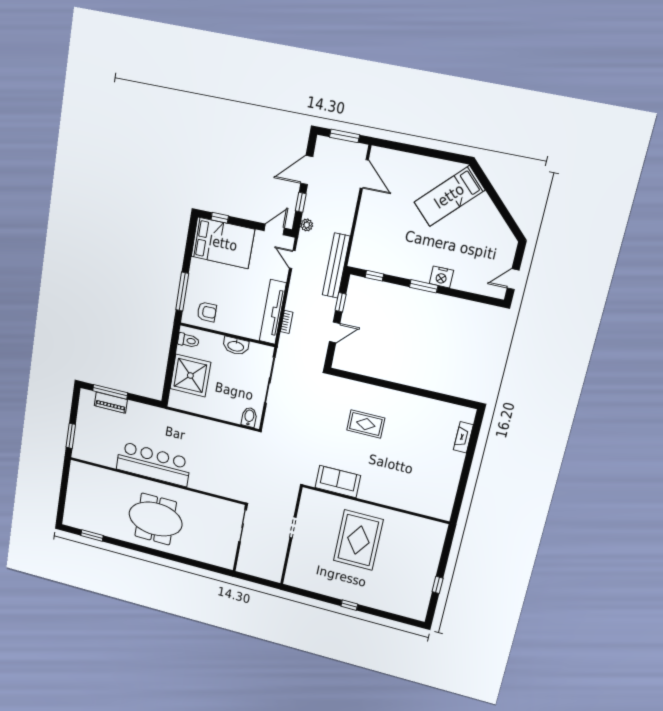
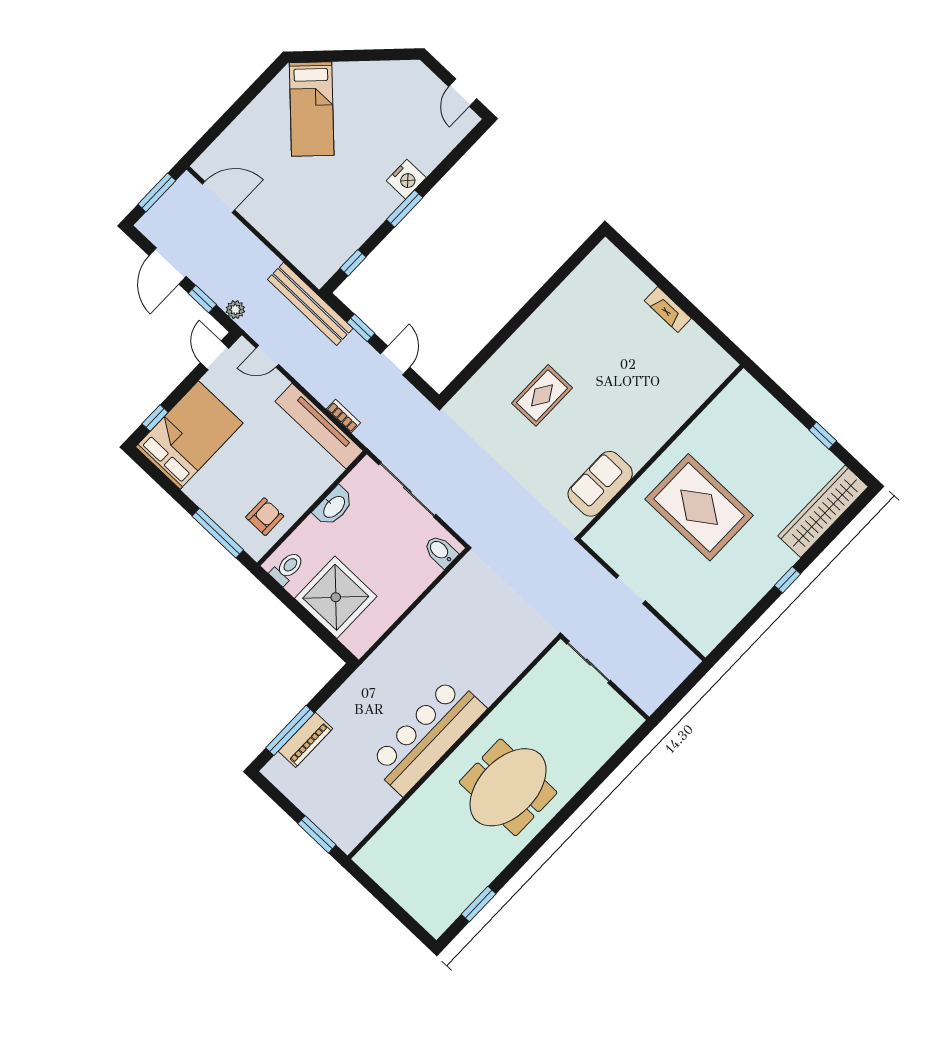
fireplace: (463, 437) -> (668, 310), moved
wardrobe: (397, 605) -> (823, 511), added

